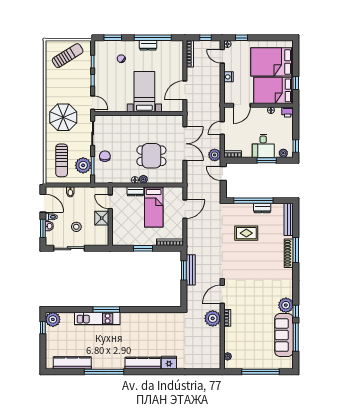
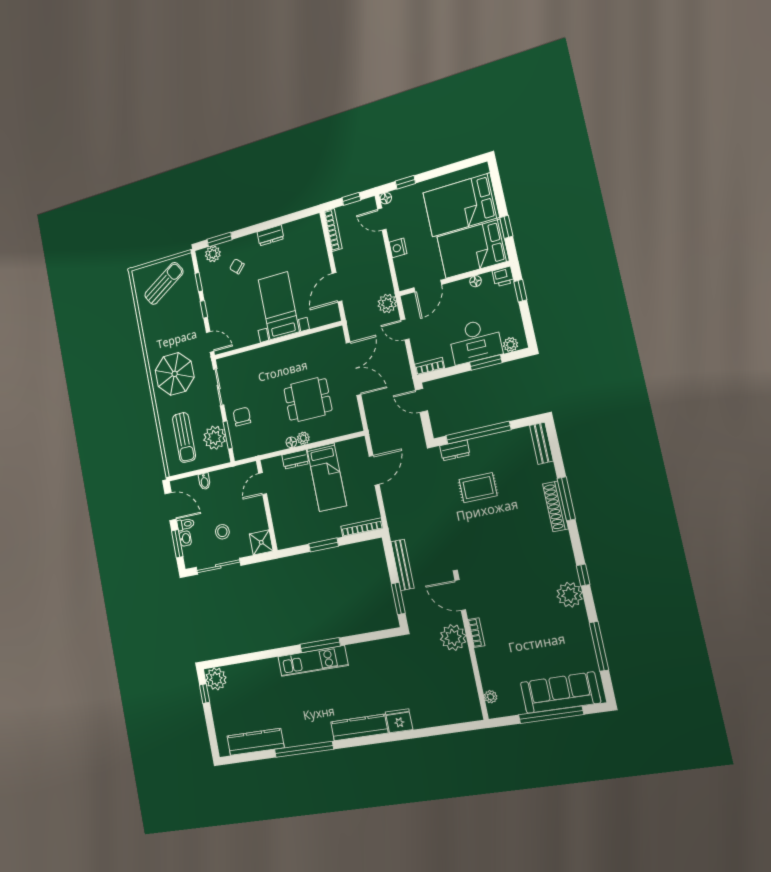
window: (153, 38) -> (275, 222), removed
plant: (106, 46) -> (213, 254), added
door: (222, 128) -> (405, 330), hinge flipped
desk: (263, 146) -> (475, 341), width x1.37
window: (296, 146) -> (520, 291), moved
plant: (215, 155) -> (387, 304), moved
door: (110, 202) -> (263, 484), hinge flipped
dresser: (262, 208) -> (455, 450), moved
shower: (102, 218) -> (261, 542), moved
bench: (289, 219) -> (541, 443), width x0.73
window: (184, 270) -> (398, 599), moved
door: (222, 294) -> (460, 595), hinge flipped
window: (106, 309) -> (320, 645), moved
window: (296, 311) -> (583, 575), moved
kitchen unit: (97, 318) -> (313, 661), moved
sofa: (284, 335) -> (560, 693), moved, turned 90

